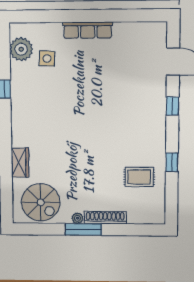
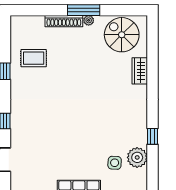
plant: (21, 49) -> (137, 157), moved

